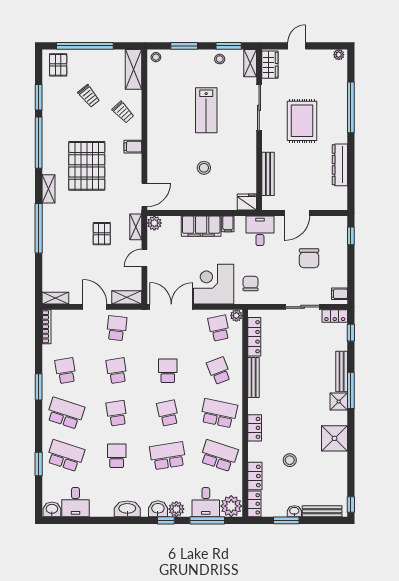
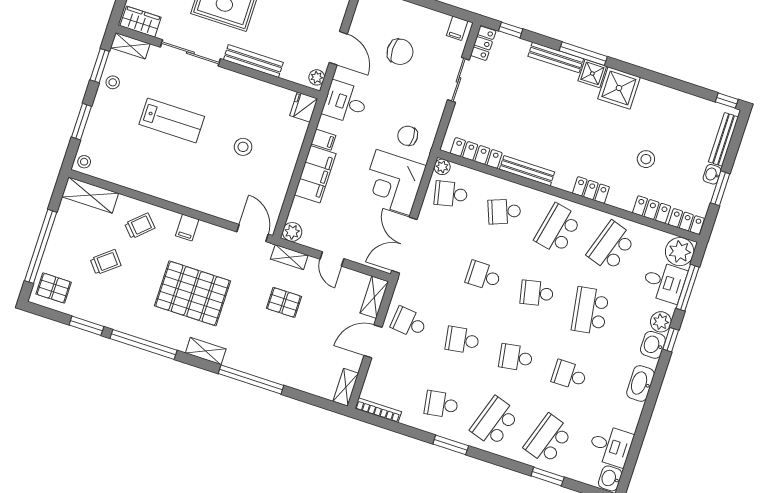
bench: (268, 174) -> (253, 61), moved
plant: (271, 204) -> (317, 77), added
shower: (334, 438) -> (619, 88), moved

